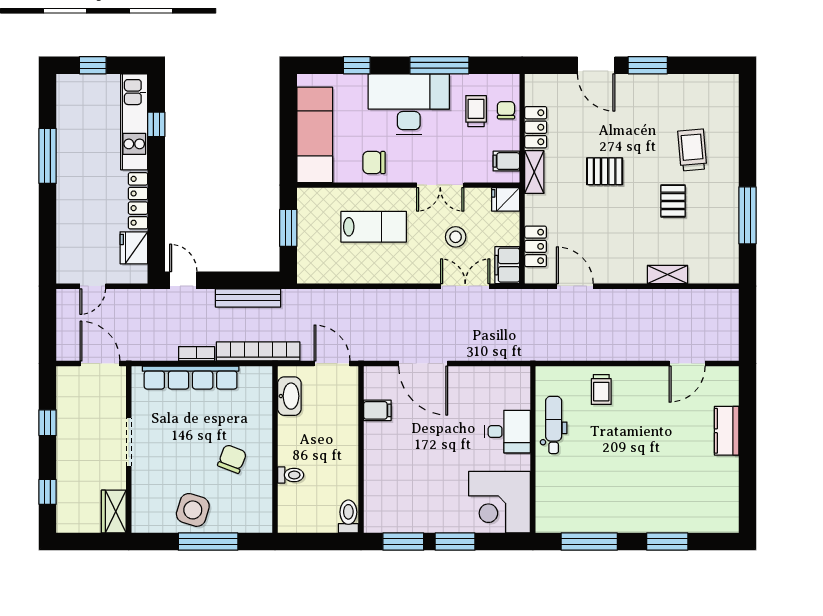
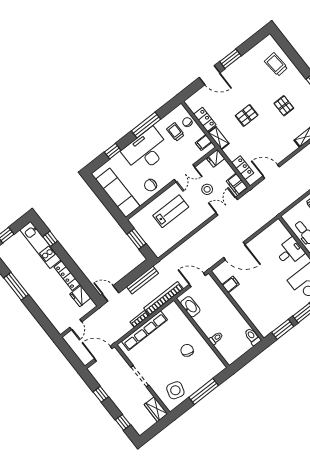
trolley: (692, 150) -> (276, 64), moved
side table: (193, 510) -> (175, 390), moved

